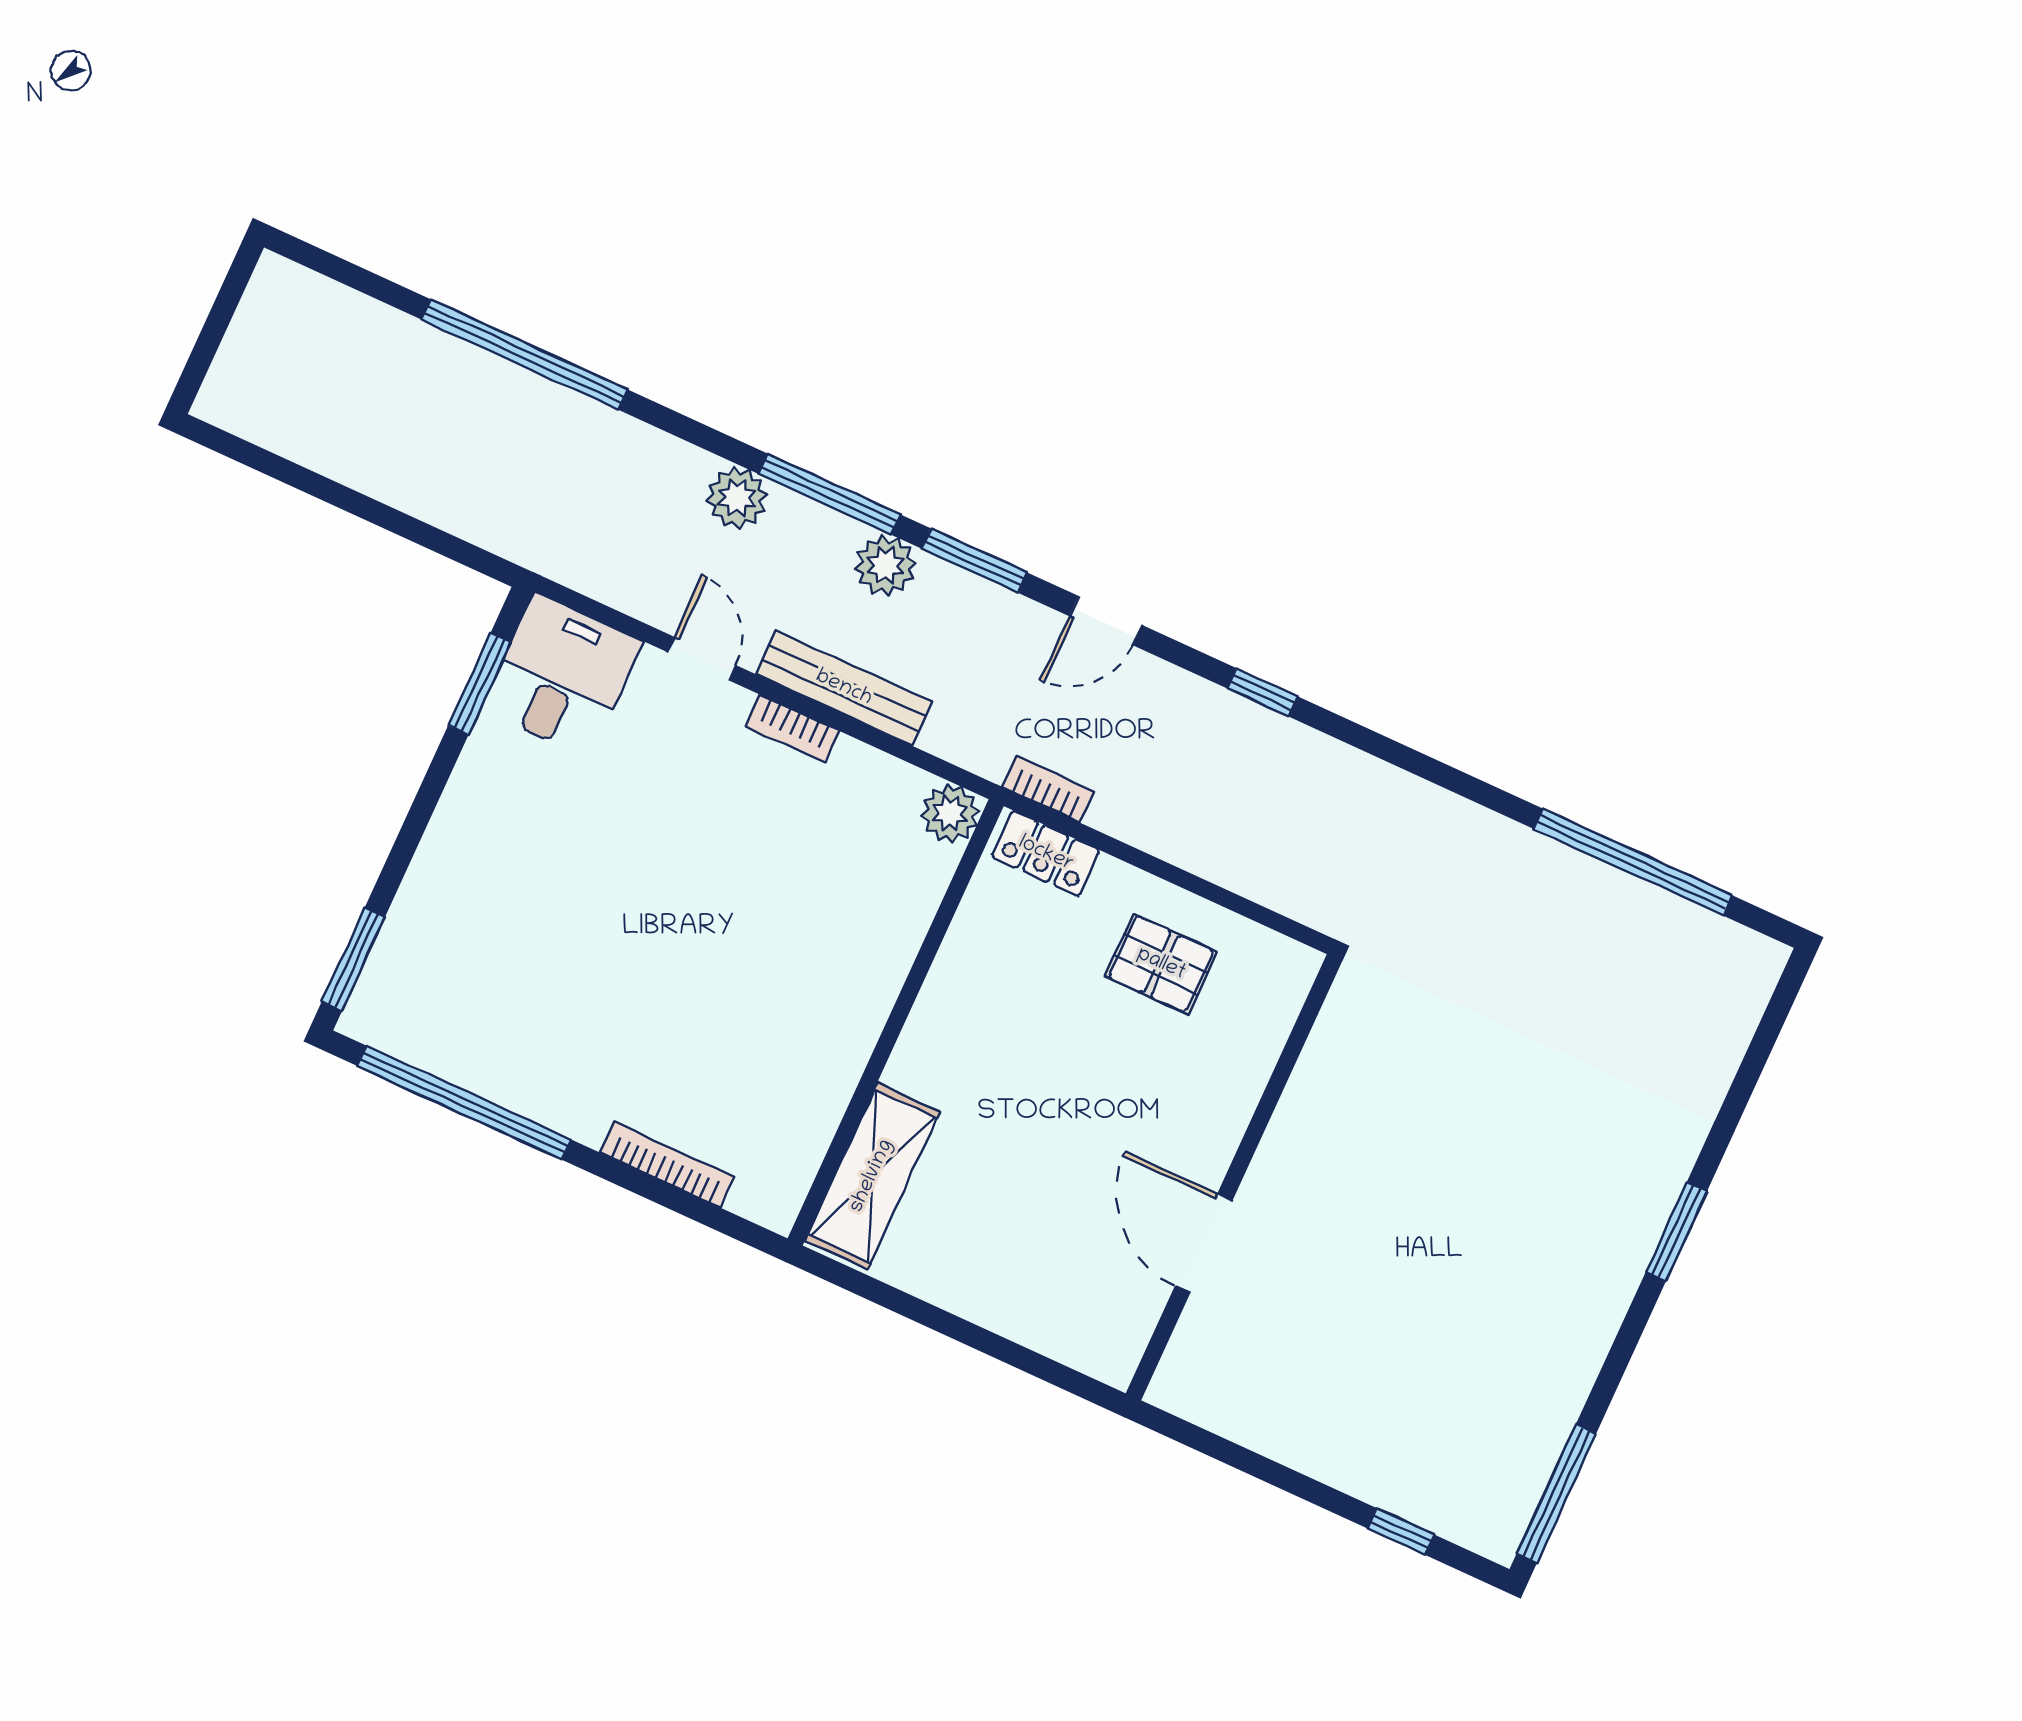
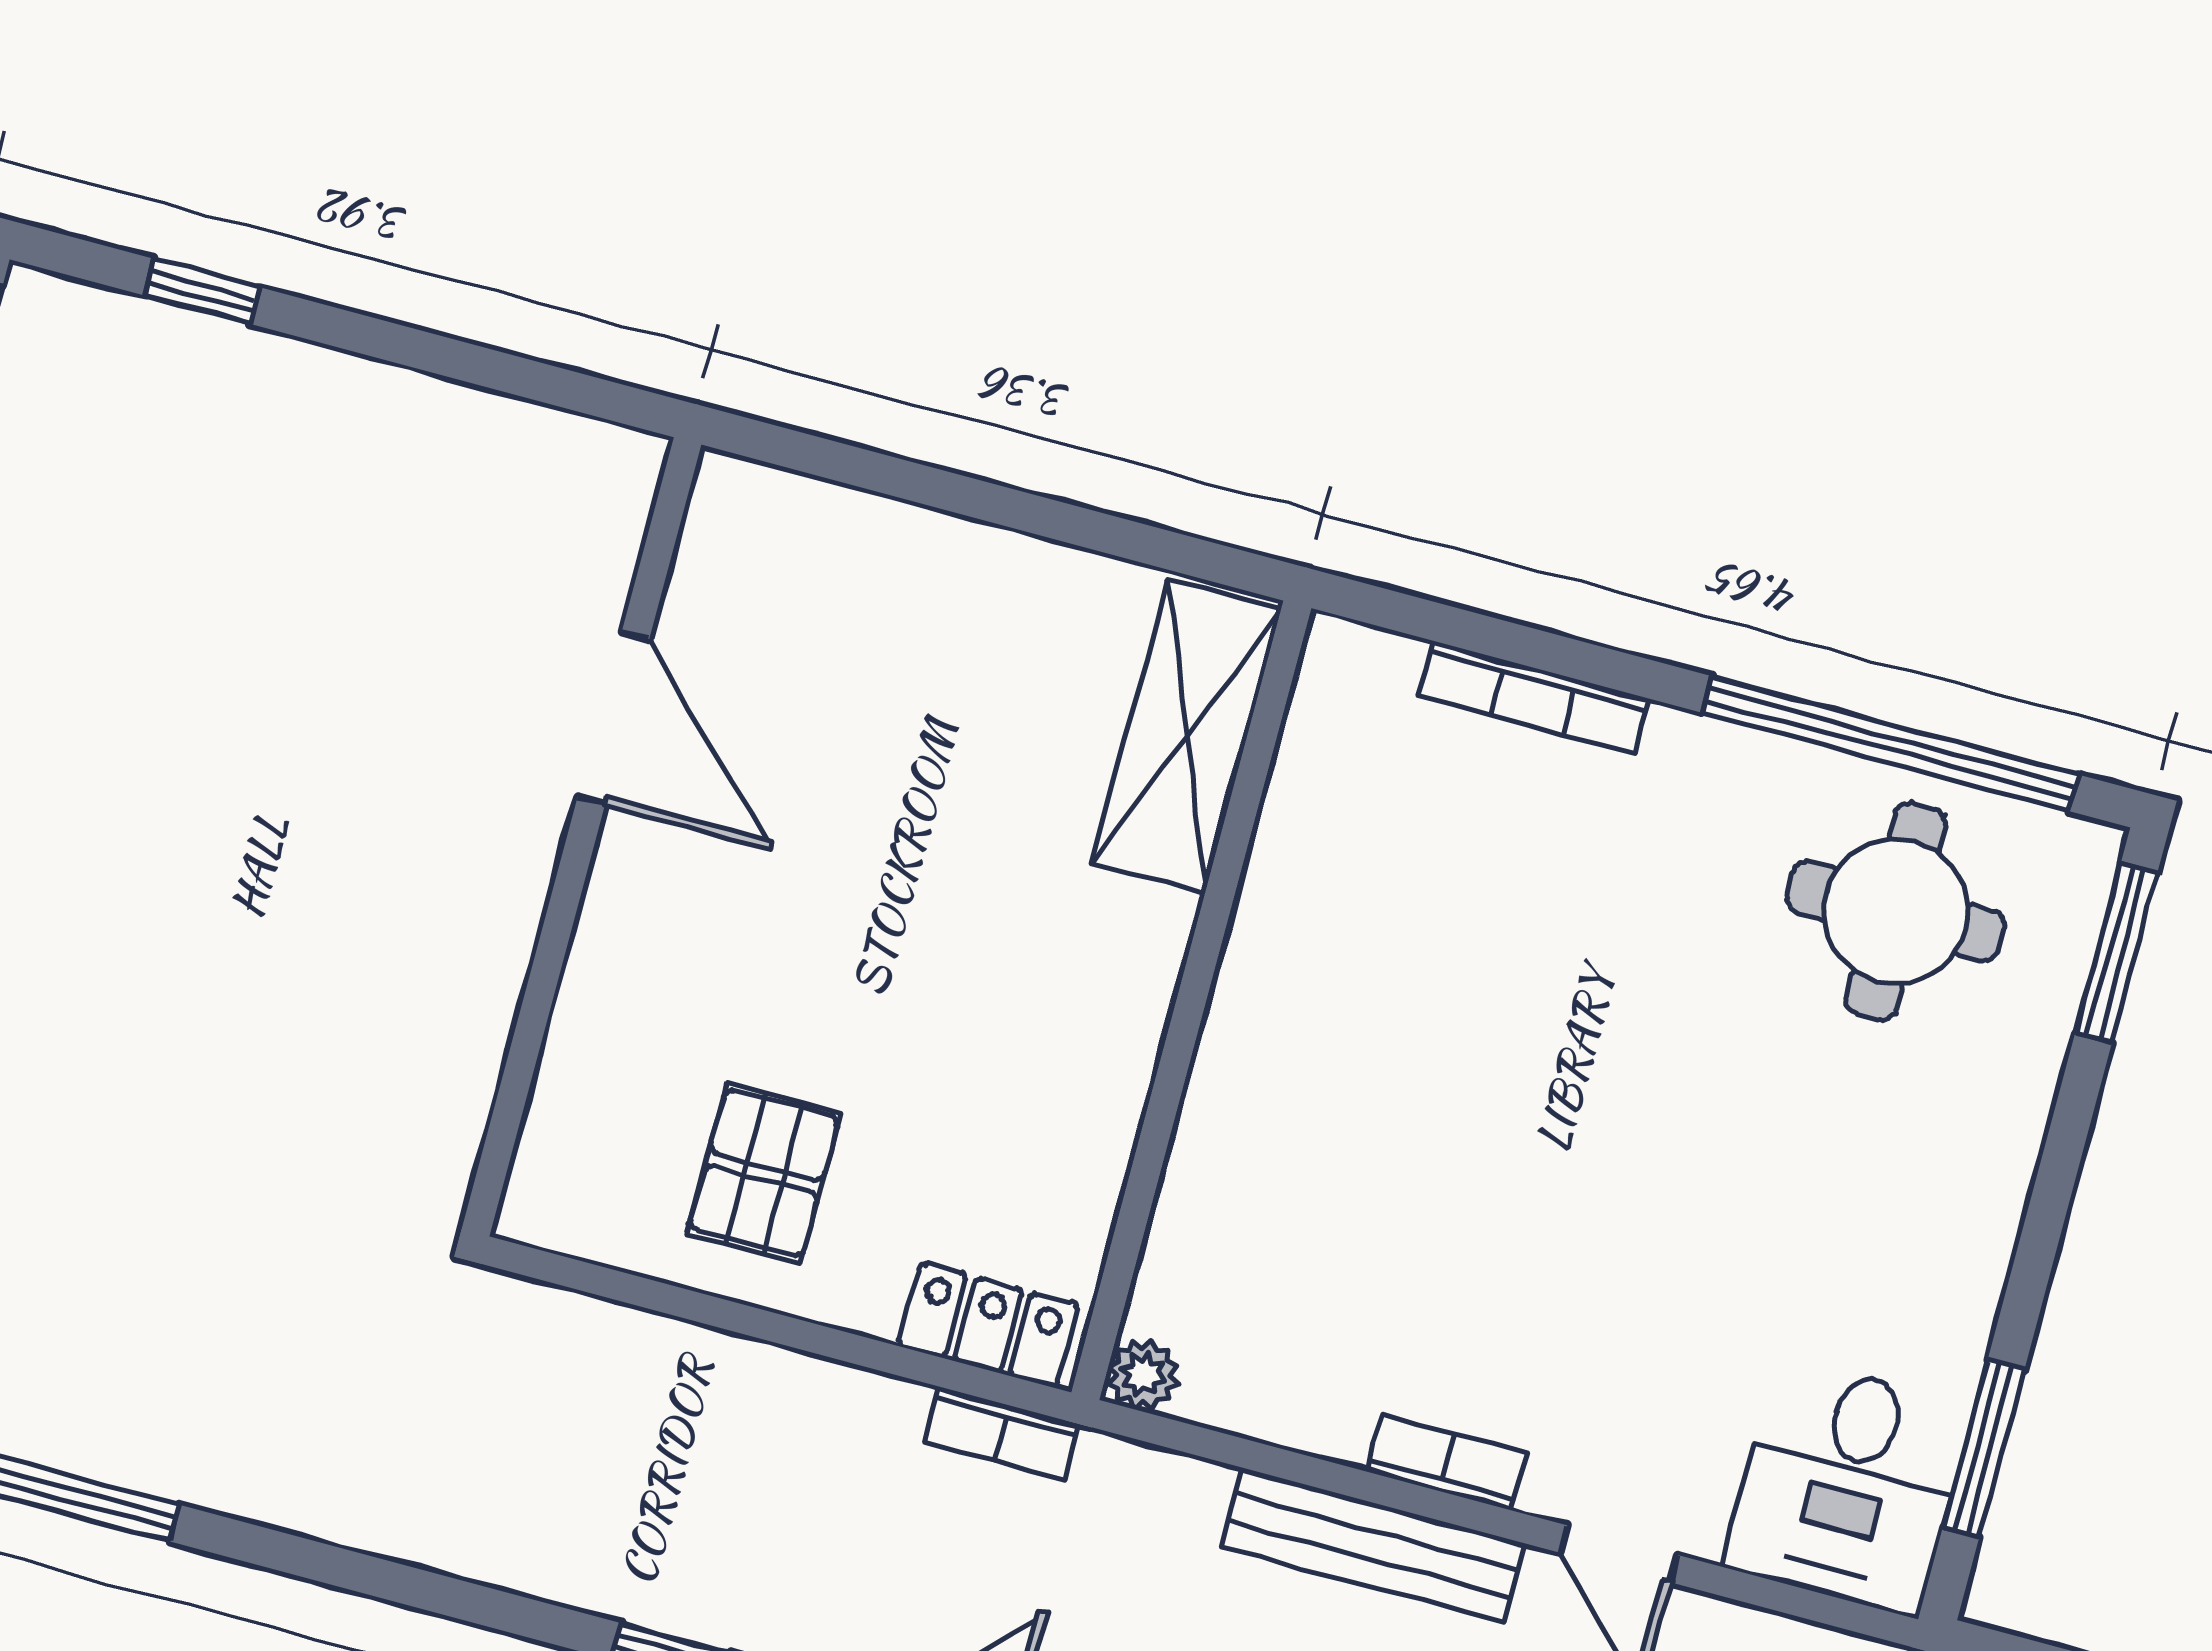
plant: (950, 813) -> (1143, 1375), width x0.73, depth x0.73
pallet: (1161, 964) -> (764, 1173), turned 90
round table: (478, 1005) -> (1896, 911), added

